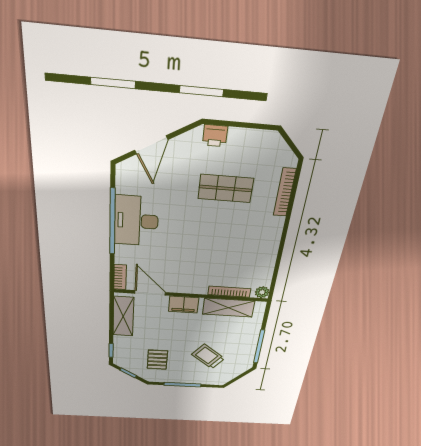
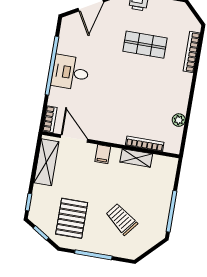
desk: (136, 221) -> (70, 72), width x0.73
plant: (262, 292) -> (179, 120), moved
filing cabinet: (184, 305) -> (103, 154), width x0.50
shelving: (229, 308) -> (136, 158), width x0.67, depth x0.75
pallet: (157, 360) -> (72, 218), width x1.50, depth x1.42

